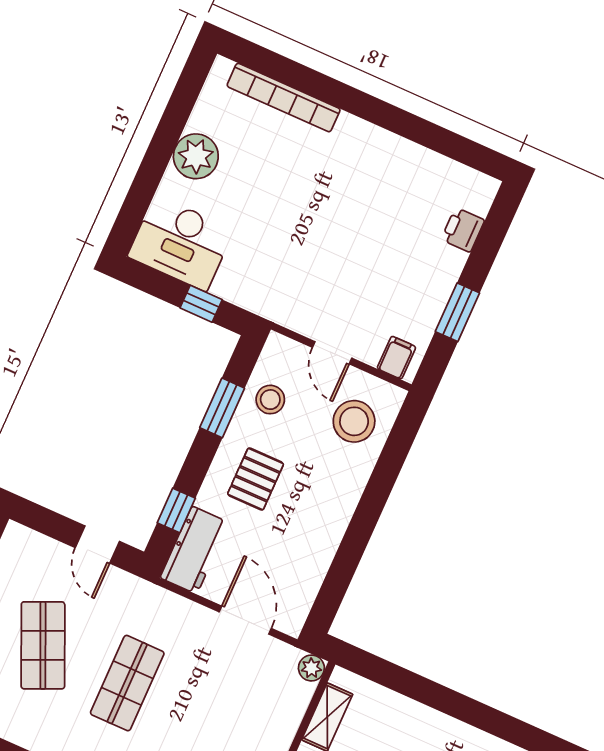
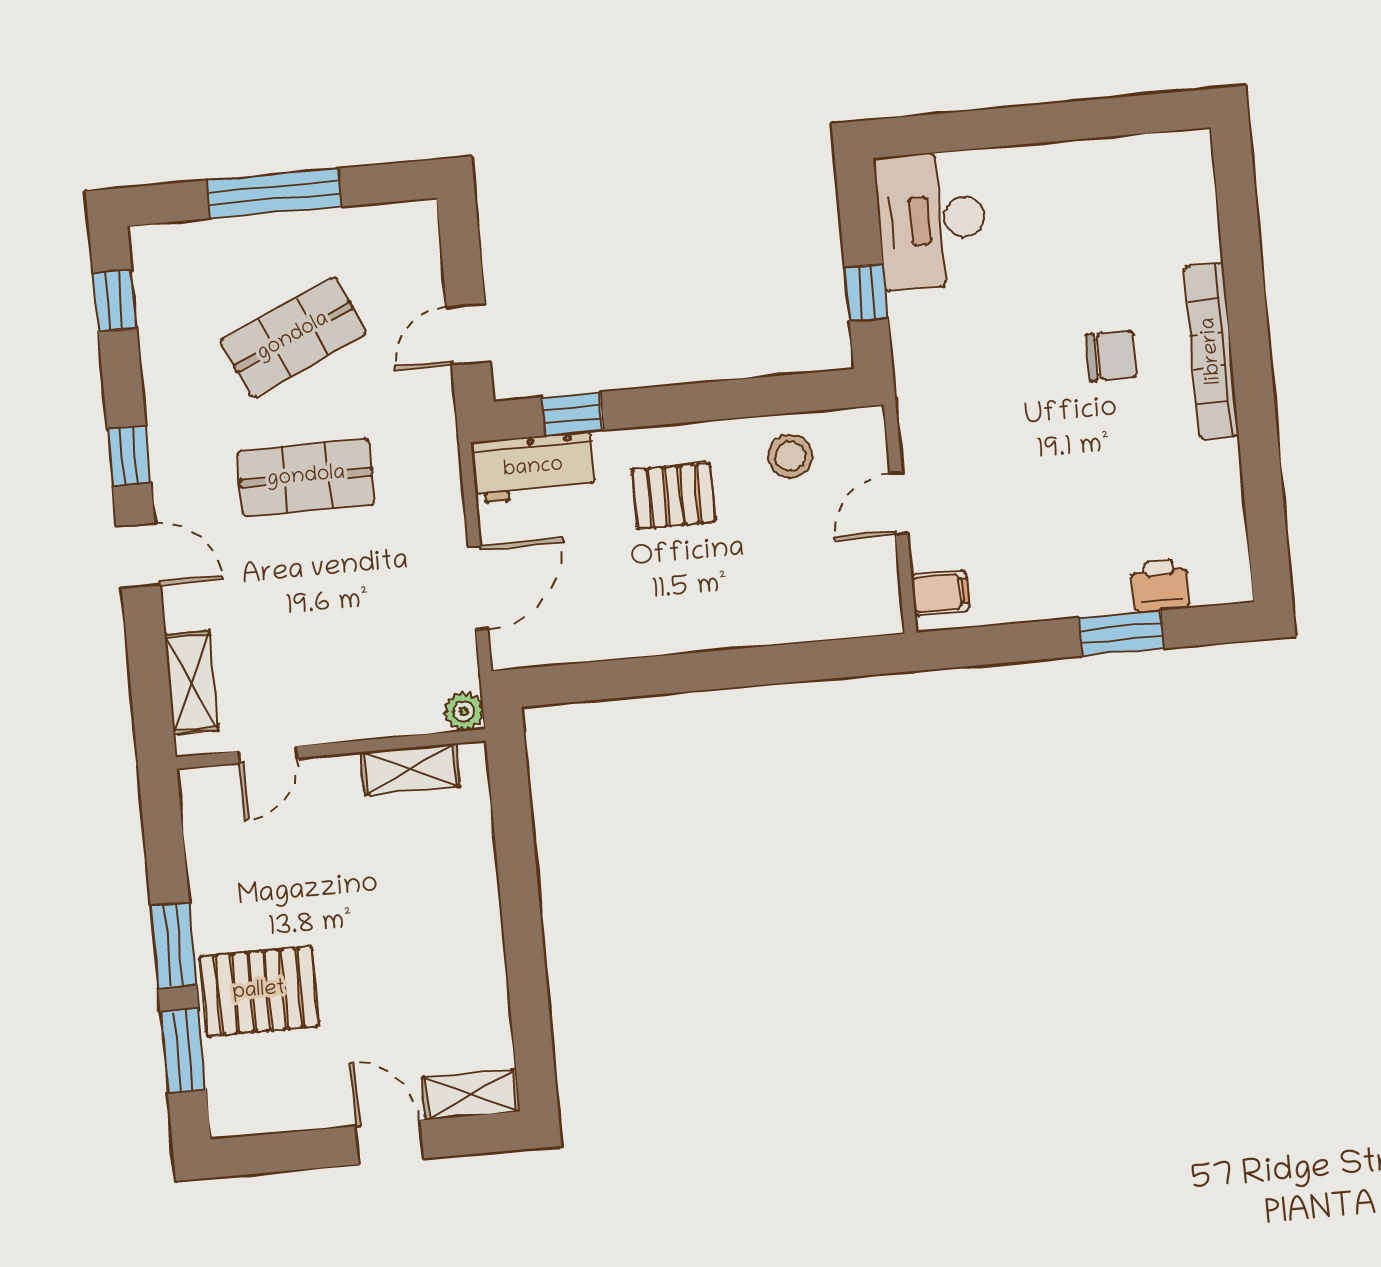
bookcase: (284, 98) -> (1212, 351), moved
plant: (196, 156) -> (1058, 175), removed
chair: (316, 184) -> (1111, 356), added
window: (457, 312) -> (1122, 633), moved
window: (222, 408) -> (743, 398), removed
stool: (354, 421) -> (824, 584), removed

